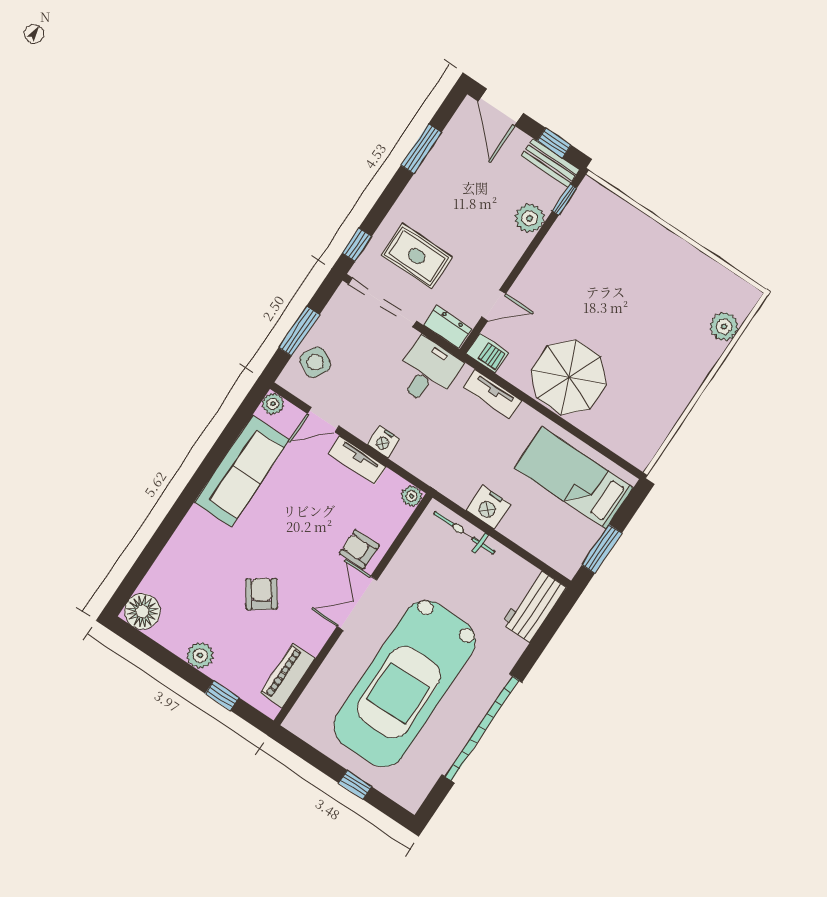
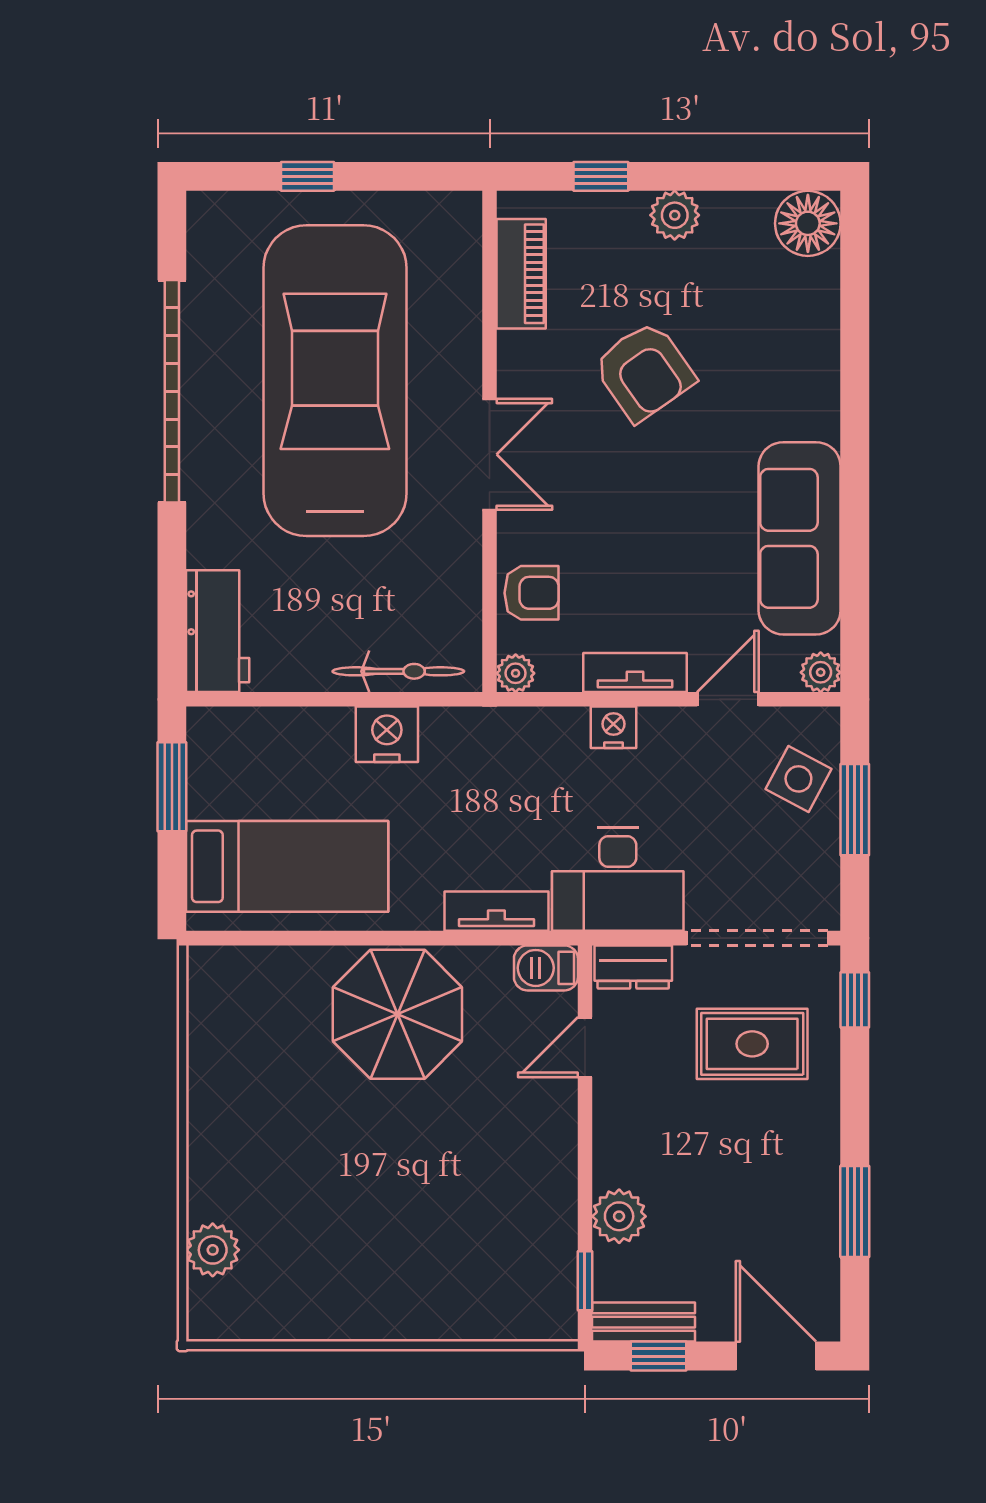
desk: (428, 372) -> (618, 879), width x1.37
armchair: (359, 549) -> (532, 593), moved
armchair: (262, 594) -> (644, 371), width x1.38, depth x1.38

